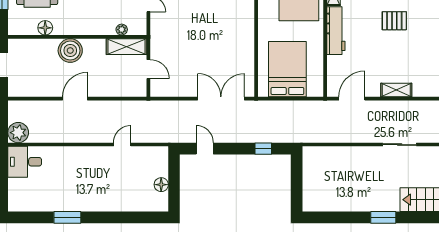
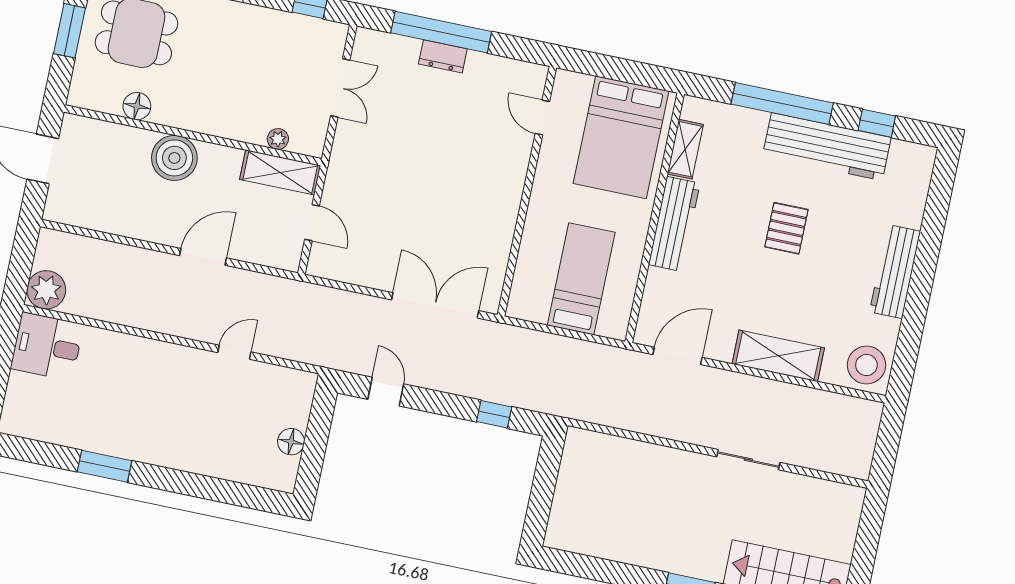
pallet: (394, 21) -> (786, 228), turned 90
bed: (287, 69) -> (581, 279), width x0.67
shelving: (396, 90) -> (778, 356), width x1.50, depth x1.33
door: (75, 99) -> (203, 257), moved

